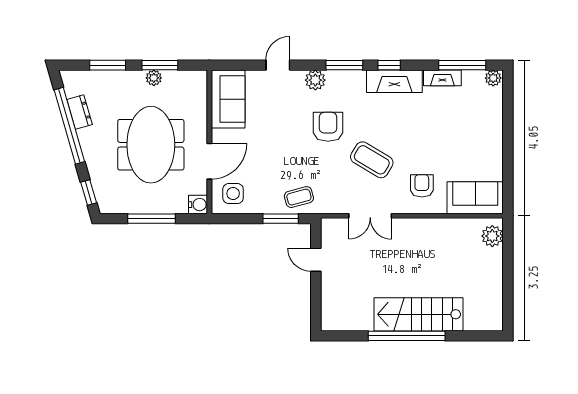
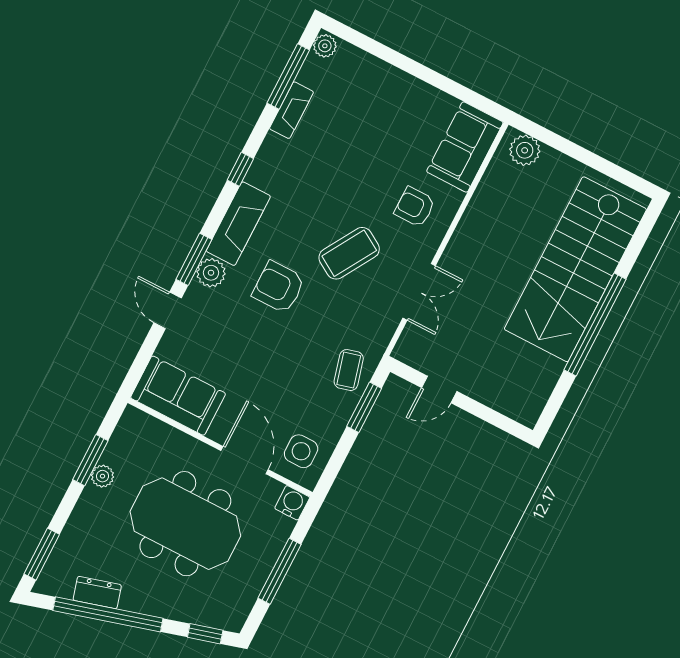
window: (108, 65) -> (42, 554), moved
window: (344, 65) -> (194, 259), moved
fireplace: (394, 81) -> (238, 224), moved
stairs: (418, 314) -> (575, 269), width x1.36, depth x1.51

